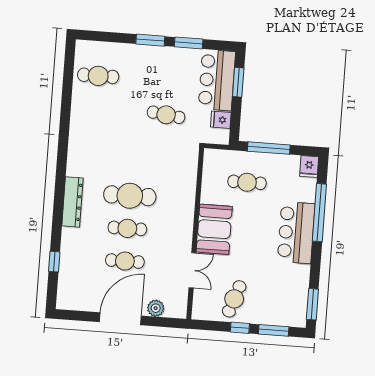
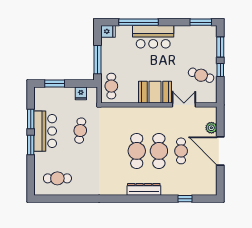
cafe table: (98, 76) -> (57, 178), turned 90
bar counter: (217, 80) -> (45, 131), moved, turned -90
cafe table: (247, 182) -> (111, 86), moved
cafe table: (127, 228) -> (159, 151), width x1.37, depth x1.35

